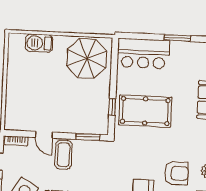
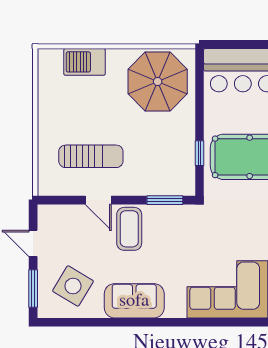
sun lounger: (40, 106) -> (91, 156), added
bookcase: (16, 141) -> (57, 211), removed

